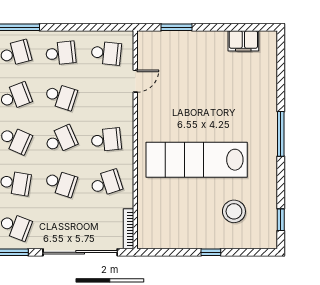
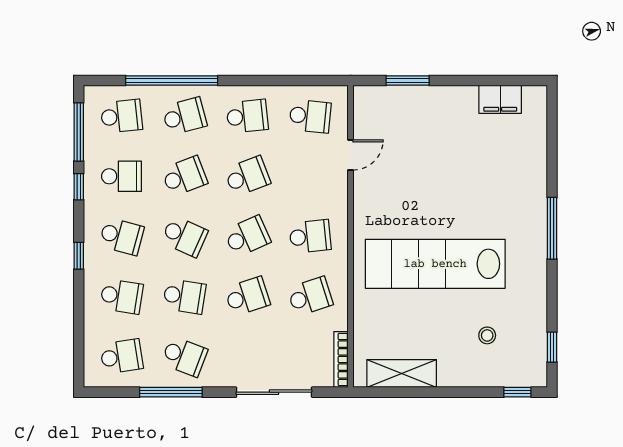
school desk: (61, 96) -> (247, 176), turned -39
school desk: (61, 183) -> (247, 296), turned -36
stool: (234, 211) -> (487, 335), width x0.53, depth x0.53
shelving: (172, 239) -> (402, 373), added
sliding door: (80, 252) -> (274, 392), width x0.73
window: (211, 252) -> (517, 392), moved

